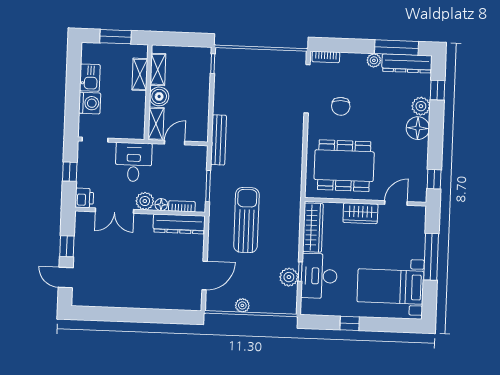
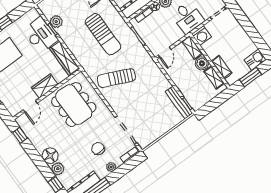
plant: (374, 60) -> (111, 167), moved
kitchen sink: (90, 78) -> (255, 60), moved, turned 90
washing machine: (90, 103) -> (201, 36), moved, turned -90
chair: (341, 106) -> (98, 149), moved
bench: (218, 140) -> (179, 102), moved
door: (175, 143) -> (164, 52), moved
sun lounger: (271, 157) -> (116, 78), added
dining table: (344, 166) -> (74, 105), turned 90

